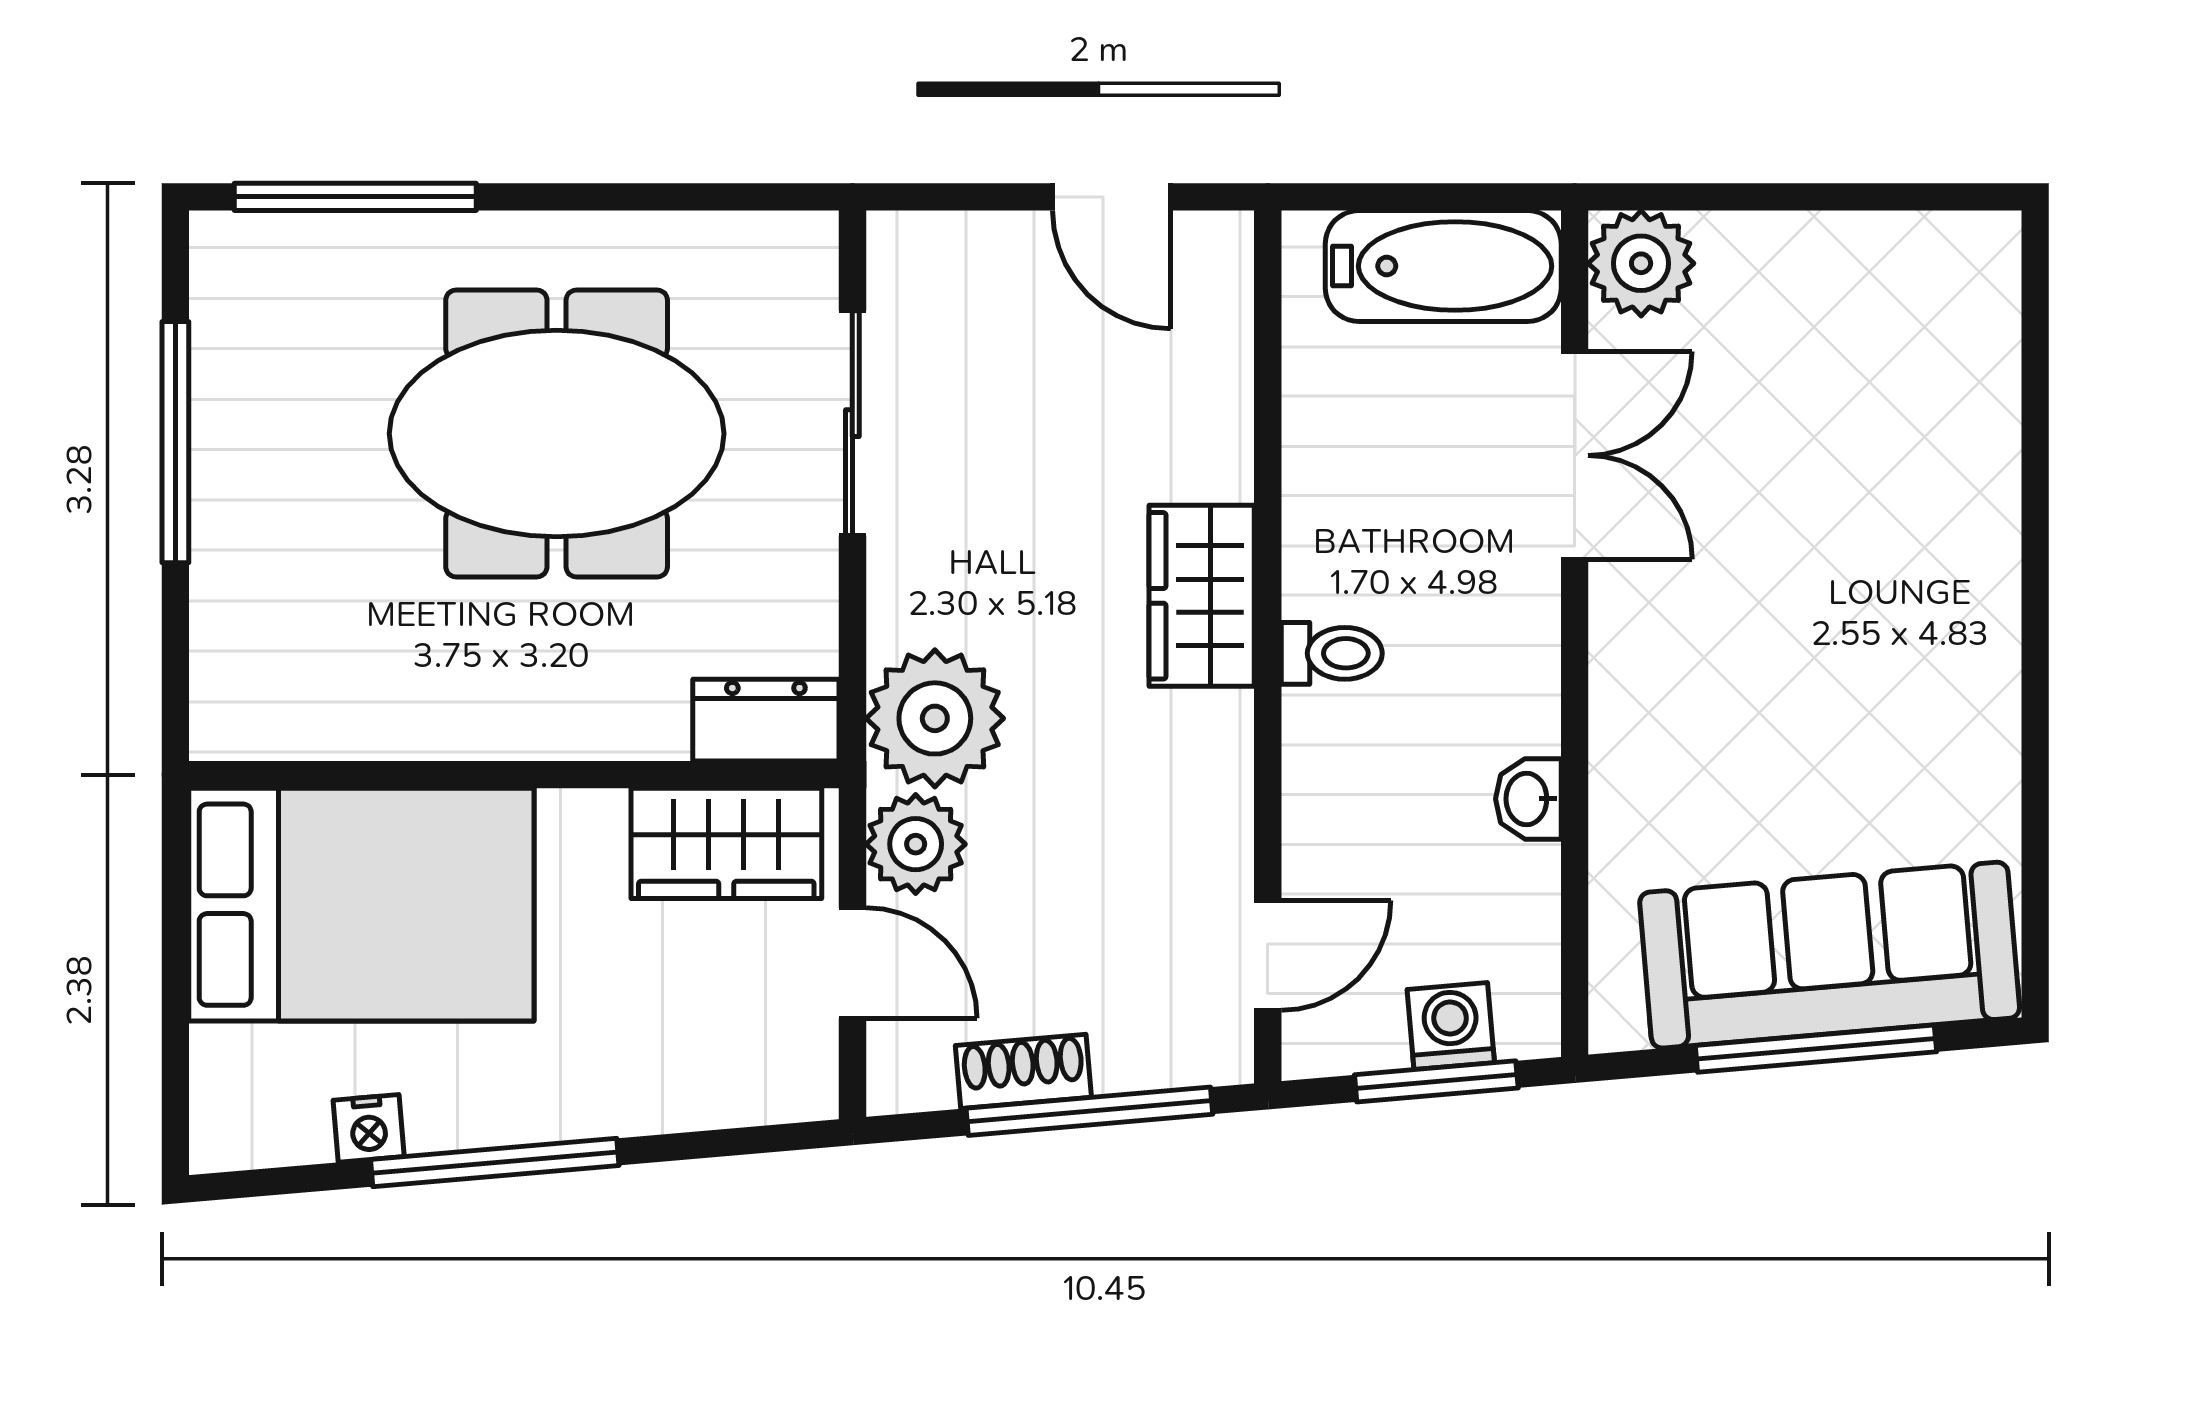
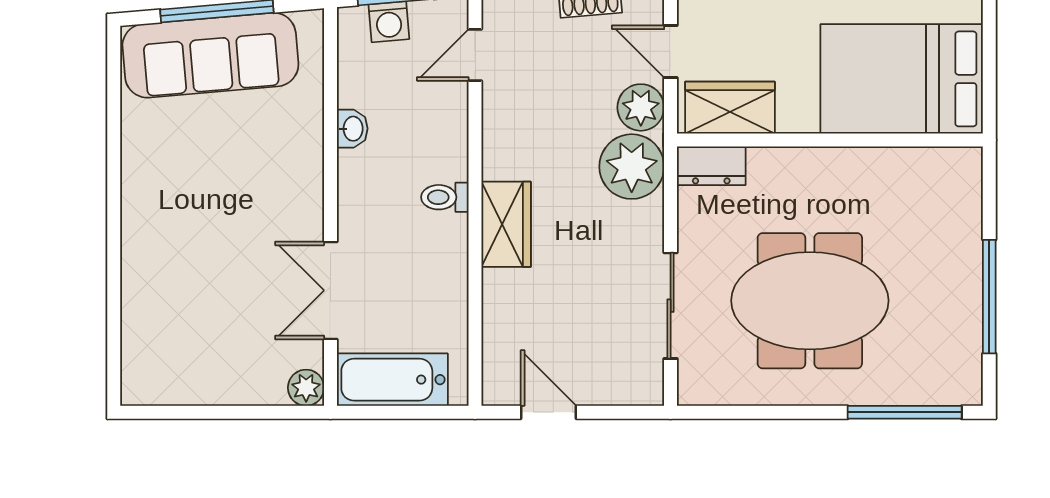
plant: (1641, 263) -> (306, 388), width x0.73, depth x0.73

